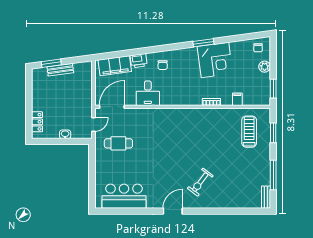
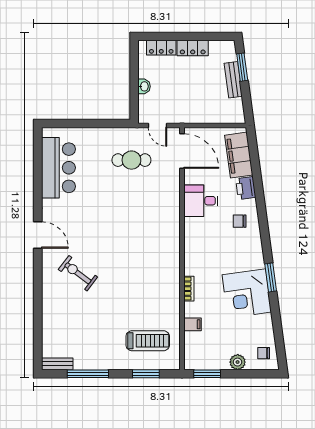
locker: (37, 99) -> (193, 48), added
cafe table: (118, 143) -> (131, 160), turned 90

